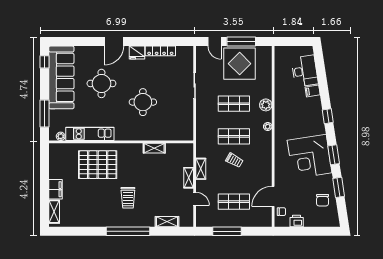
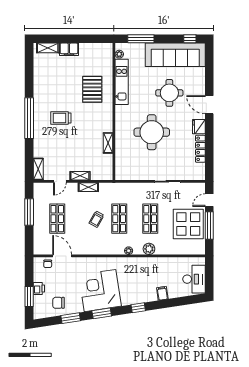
desk: (305, 71) -> (194, 279), moved, turned -81
round table: (143, 102) -> (152, 132), width x1.36, depth x1.36
pallet: (98, 165) -> (92, 89), width x0.73, depth x0.71
printer: (297, 221) -> (39, 288), moved
shelving: (167, 222) -> (38, 169), moved
window: (316, 231) -> (29, 297), added

